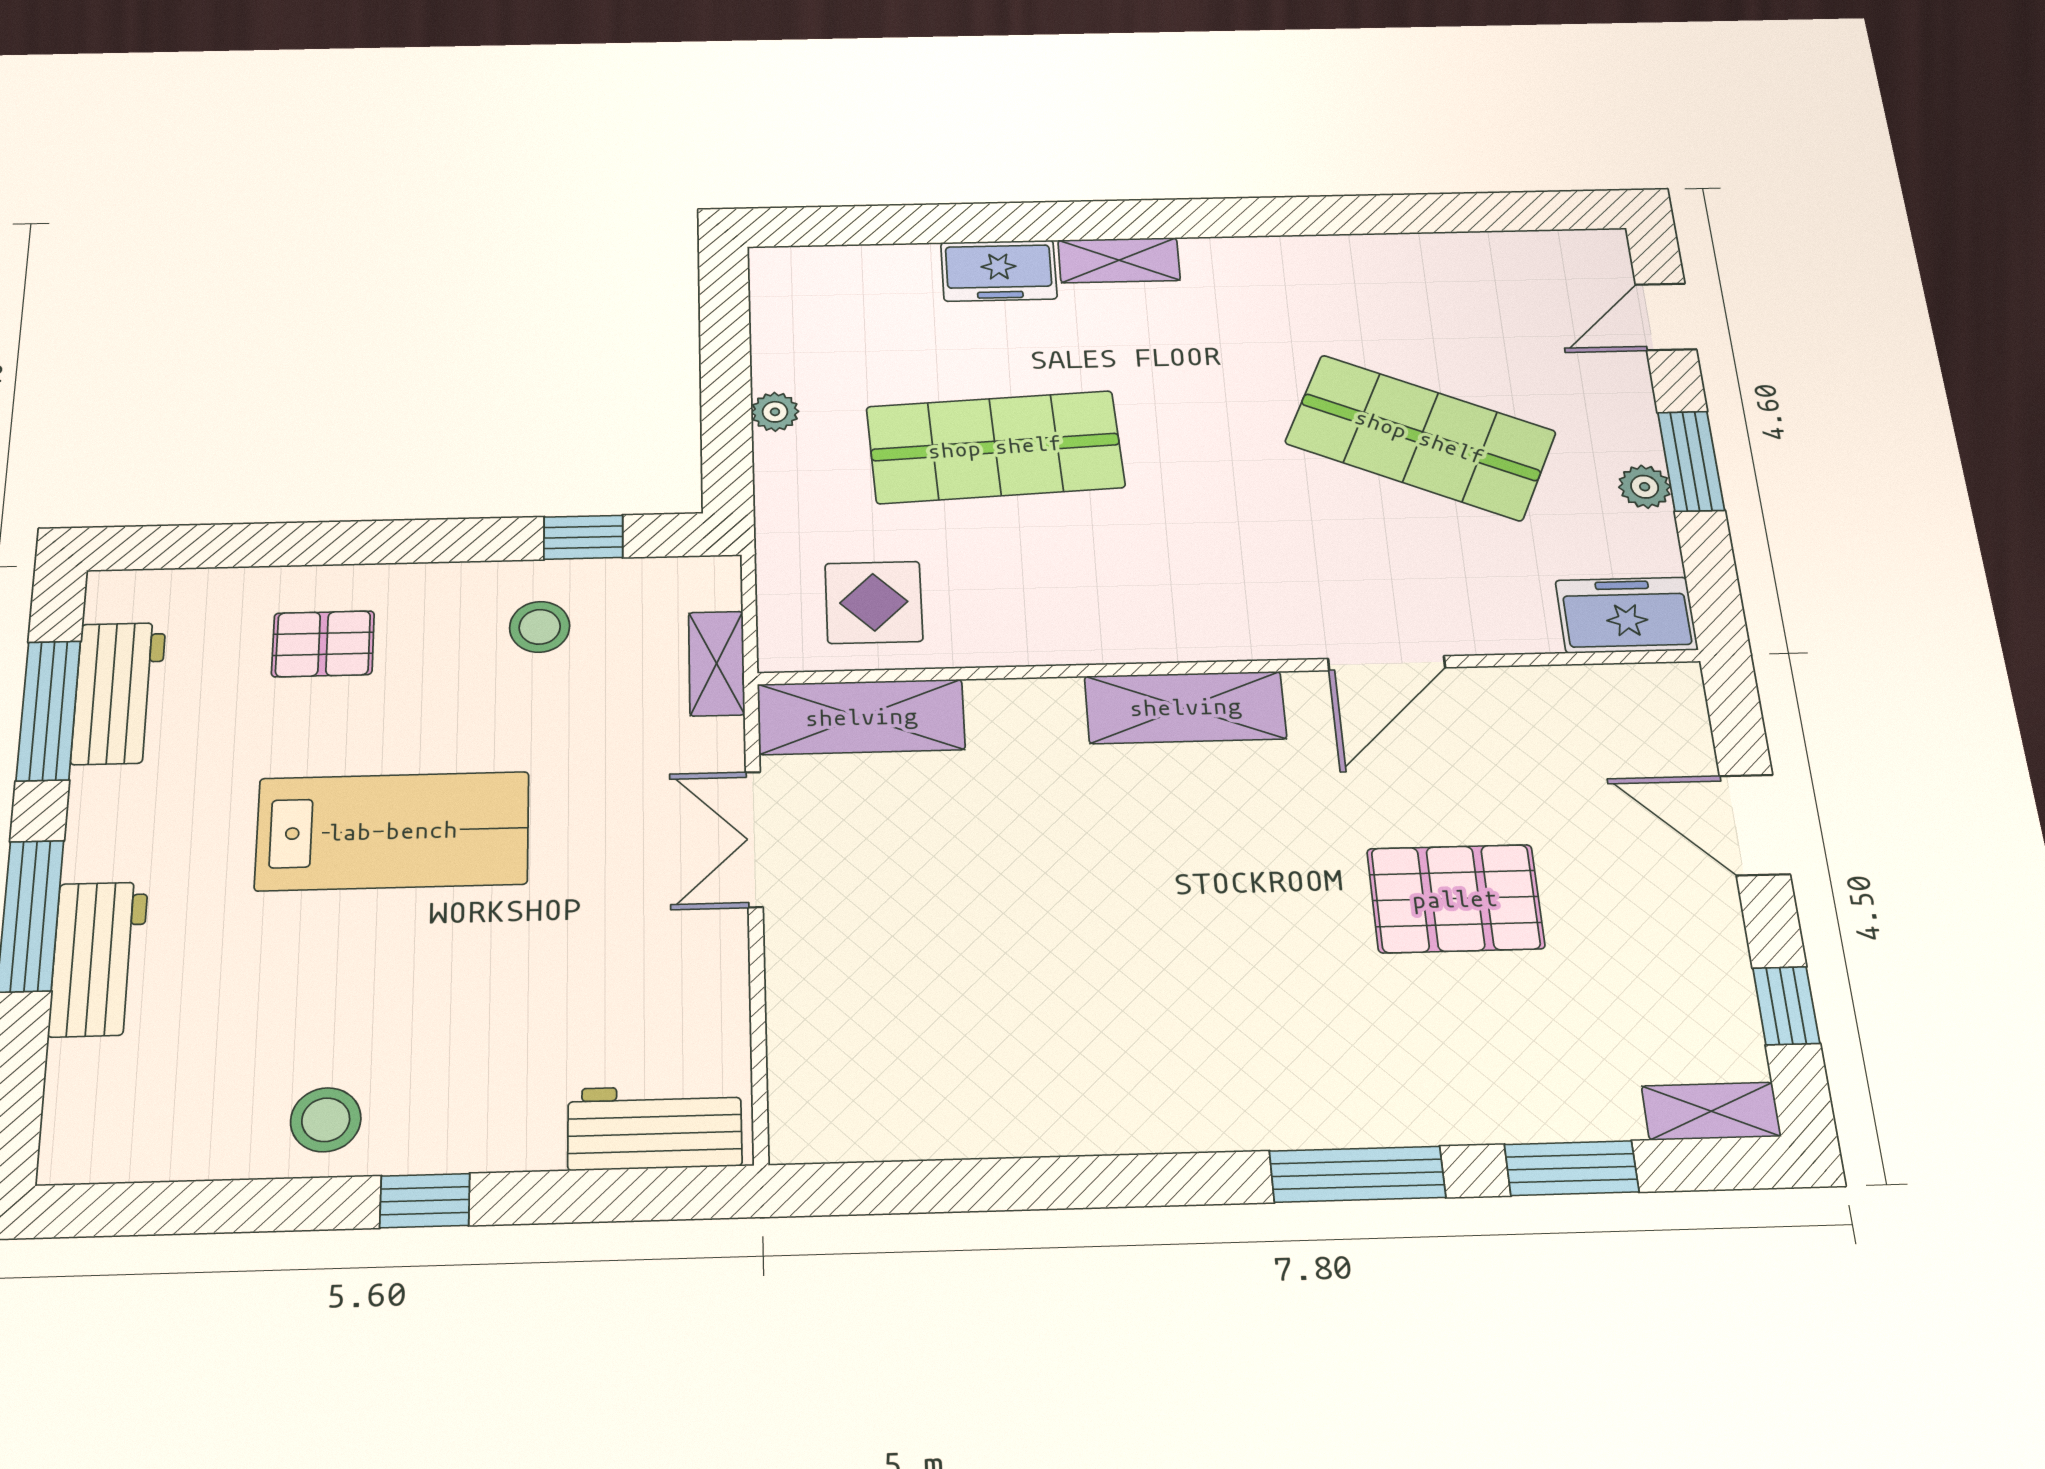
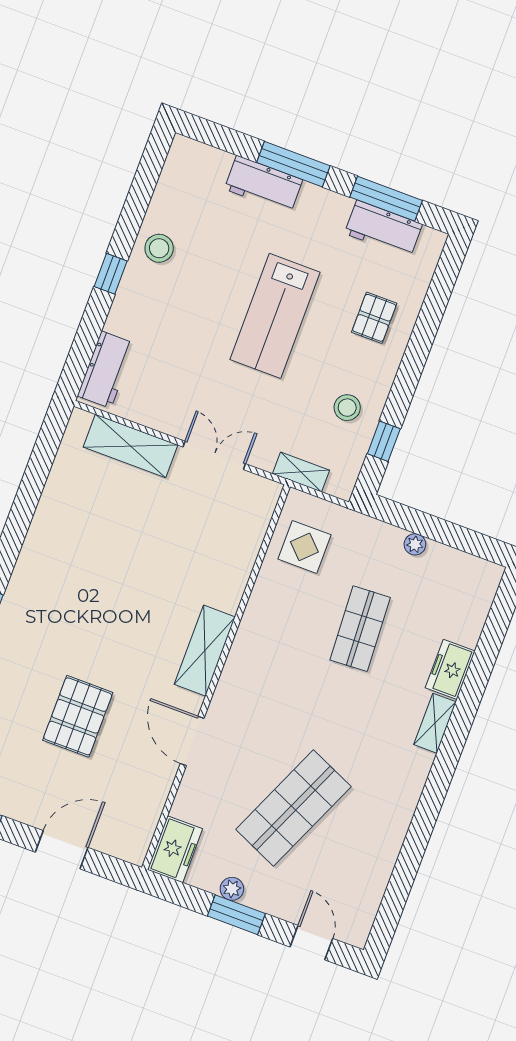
shop shelf: (995, 447) -> (360, 629), width x0.70, depth x0.74
shelving: (861, 717) -> (131, 446), moved, turned 90

